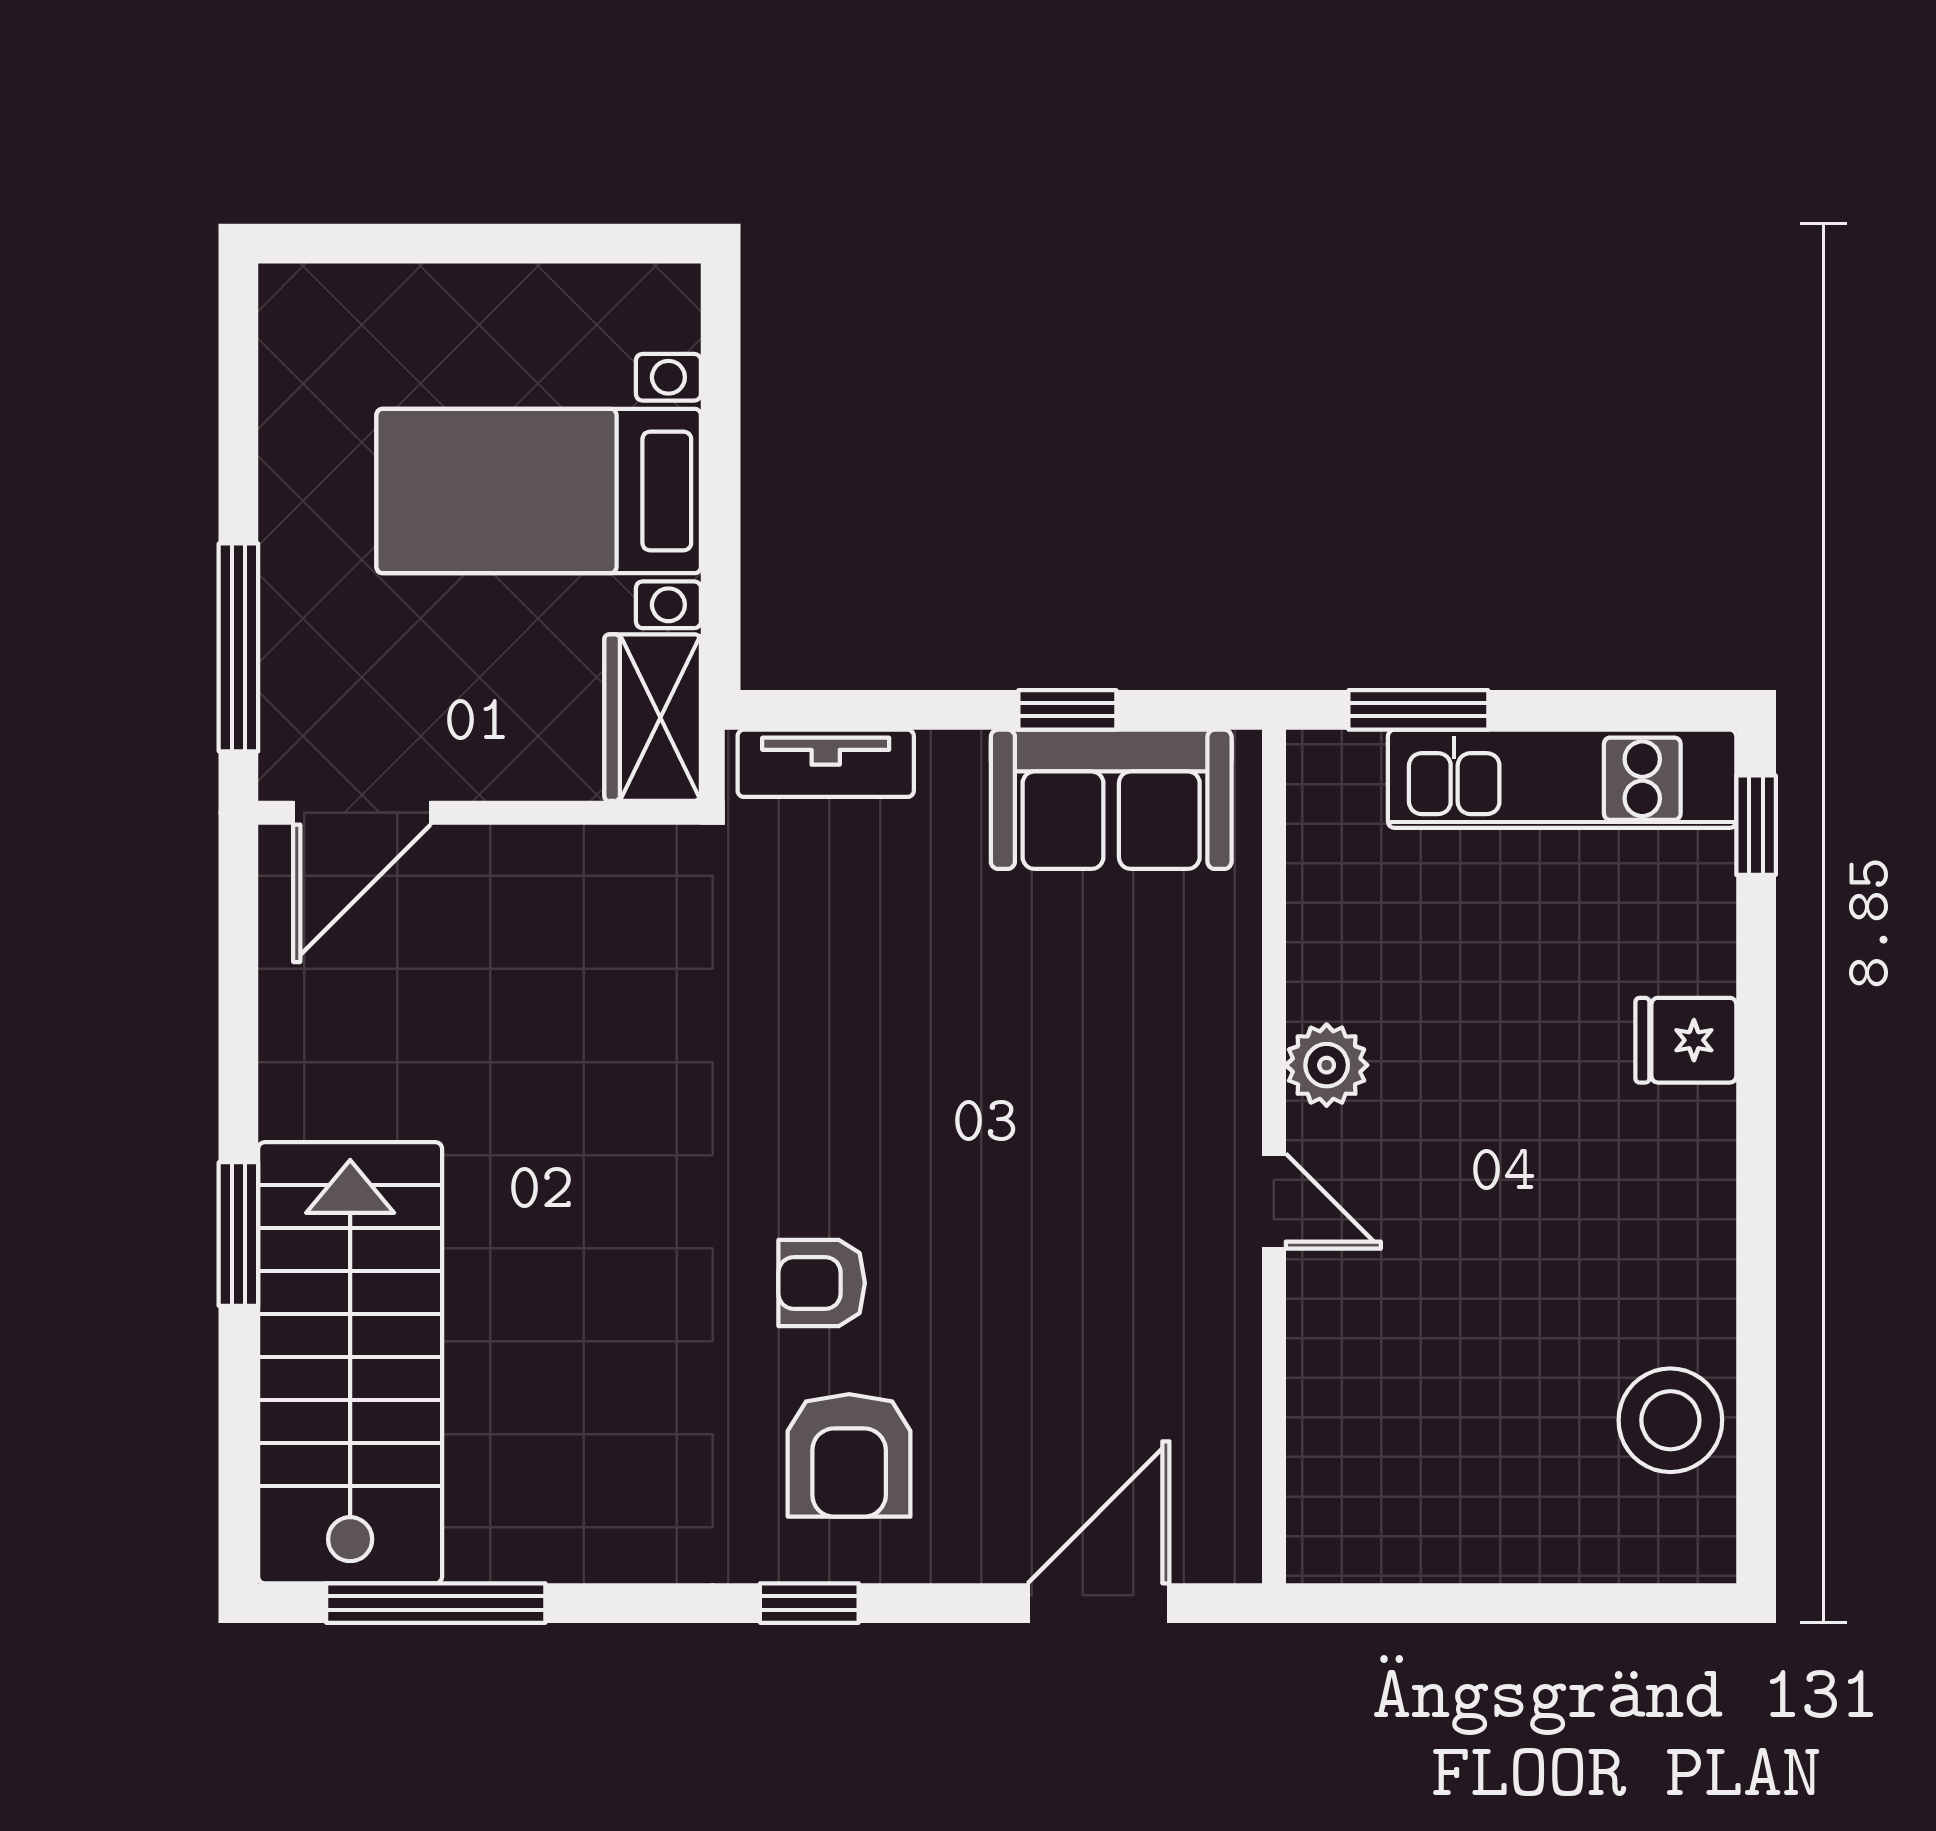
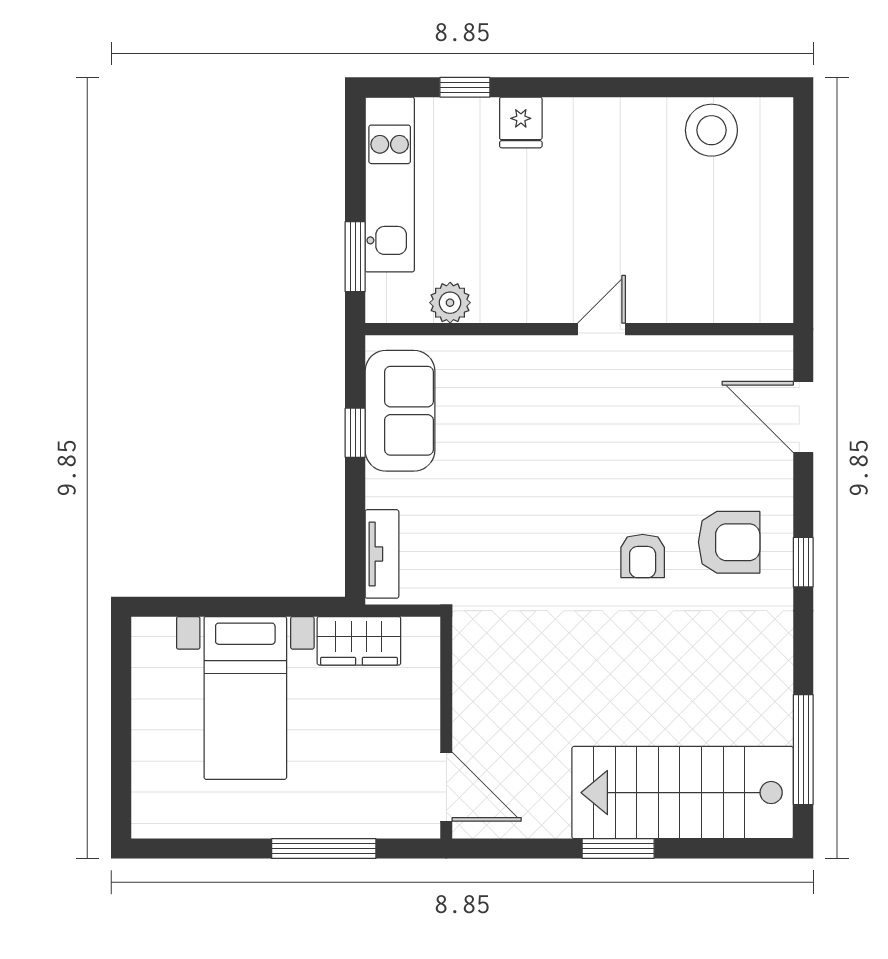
door: (362, 813) -> (446, 787), moved
wall: (480, 813) -> (446, 728), moved
window: (1756, 825) -> (465, 87), moved
plant: (1327, 1065) -> (450, 303), moved

